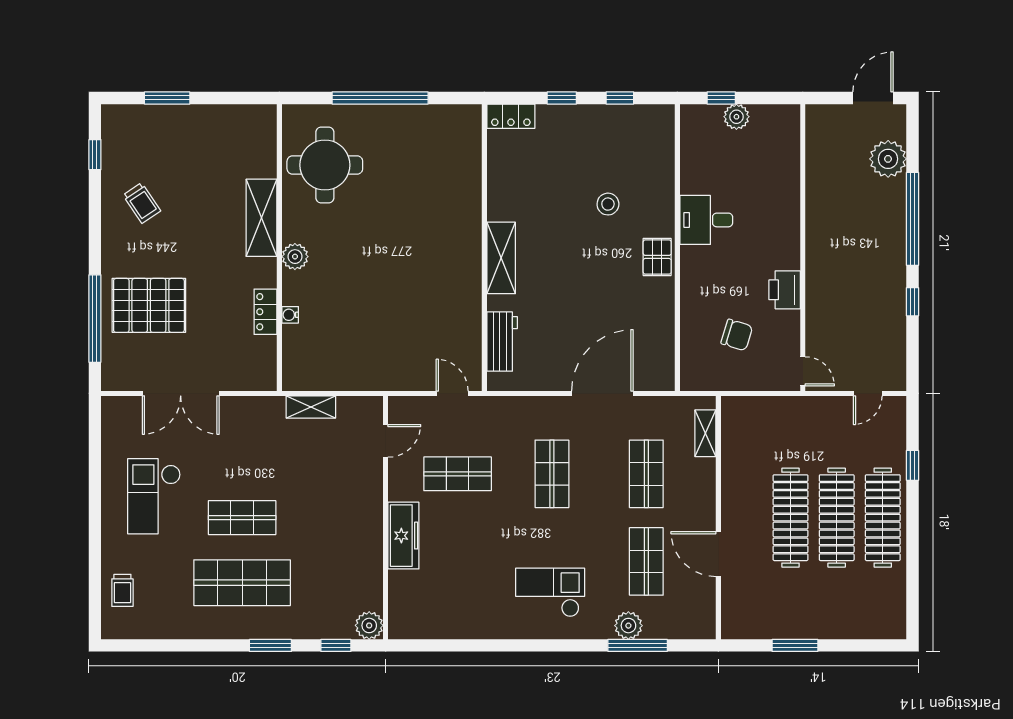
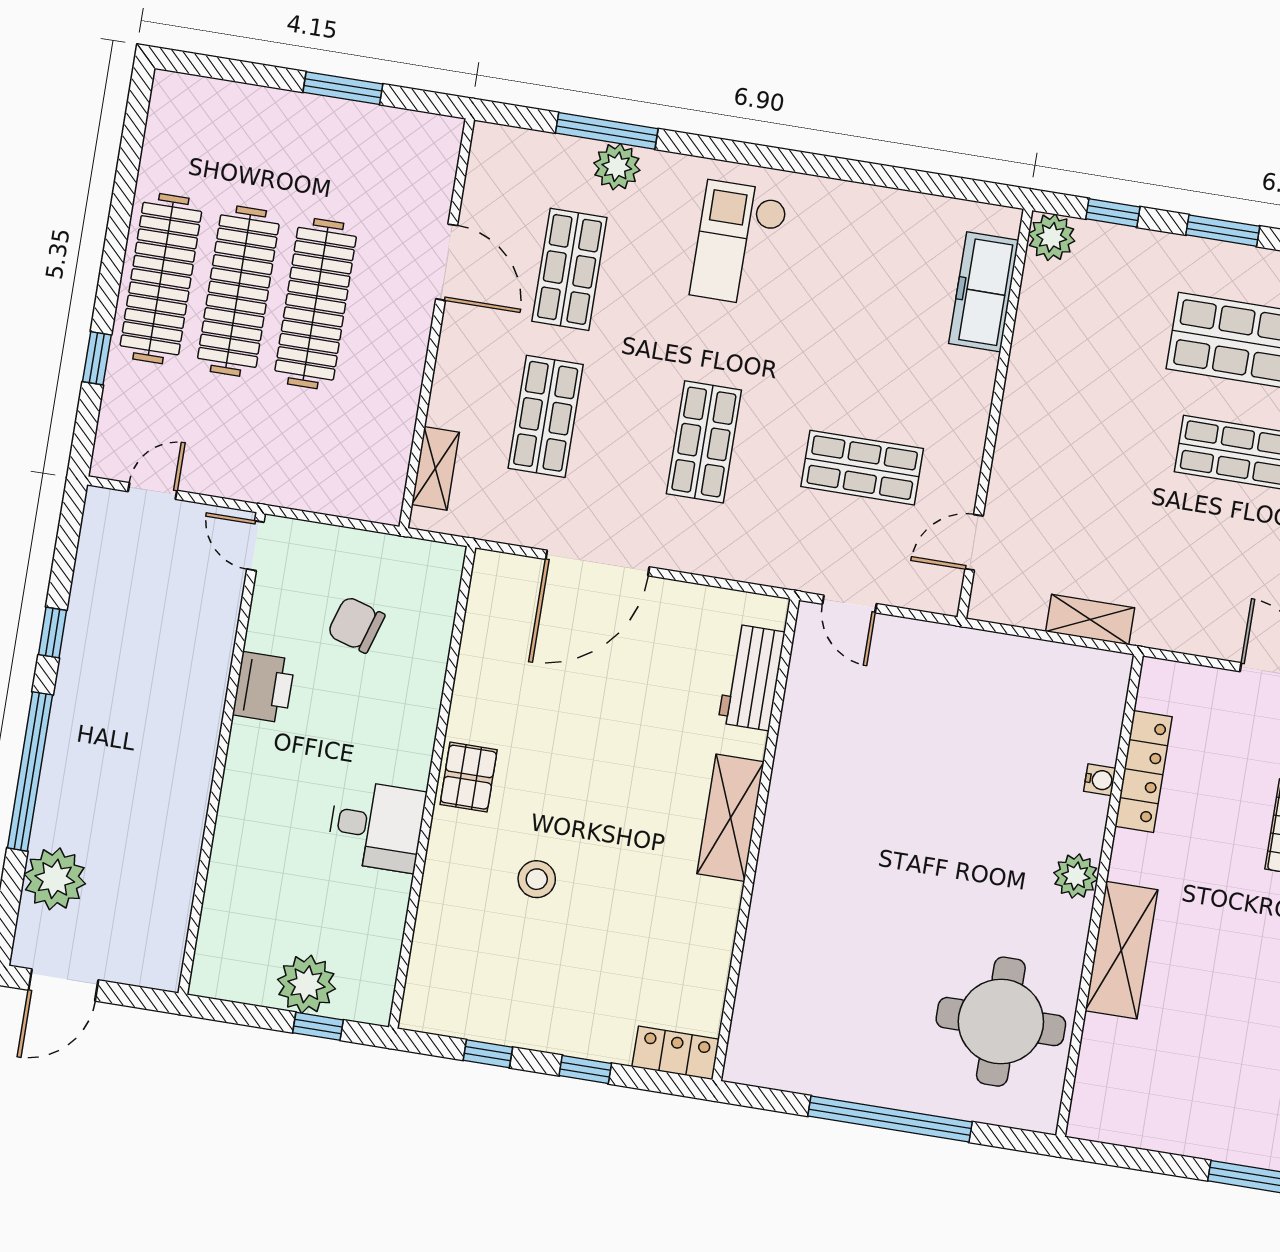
plant: (736, 117) -> (306, 984), width x1.36, depth x1.36
locker: (266, 312) -> (1143, 772), width x1.53
freezer: (403, 536) -> (984, 292), moved
checkout: (550, 592) -> (739, 244), turned 90

